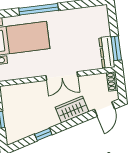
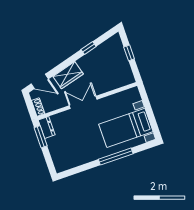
dresser: (107, 52) -> (47, 127), width x0.70
door: (105, 109) -> (40, 81), swing flipped

